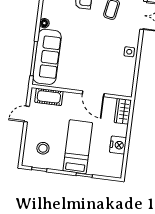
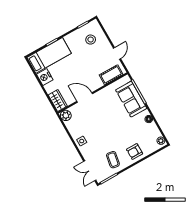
sofa: (47, 57) -> (131, 99), width x0.73
plant: (126, 90) -> (66, 115), added
bed: (78, 147) -> (49, 55), moved, turned -90

